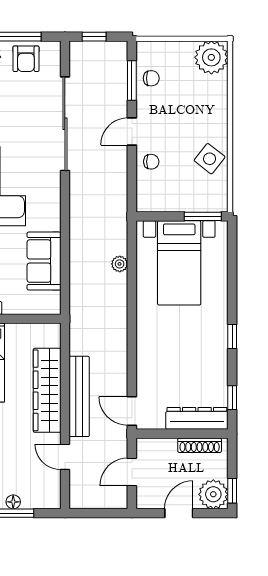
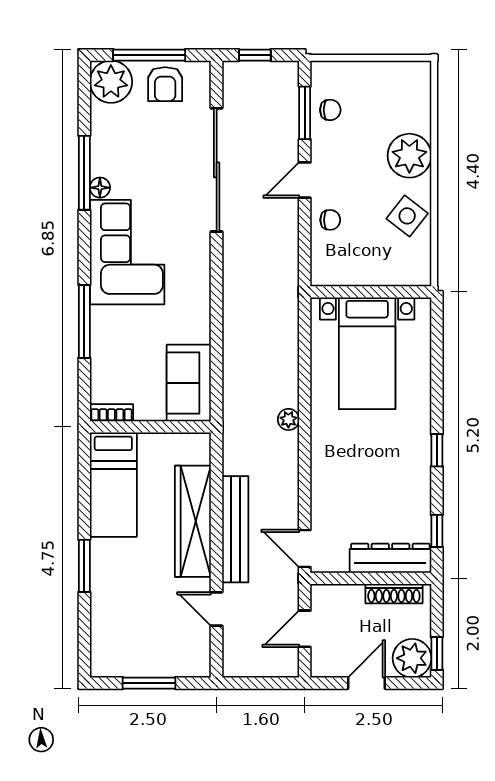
plant: (211, 57) -> (409, 156), moved
window: (203, 216) -> (398, 292), removed
sofa: (44, 261) -> (189, 383), moved
plant: (120, 264) -> (288, 419), moved
floor lamp: (13, 502) -> (148, 668), removed

